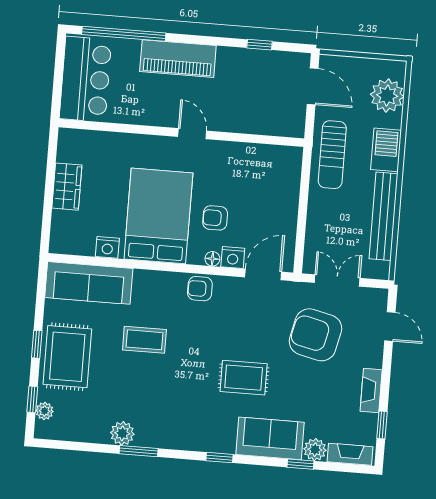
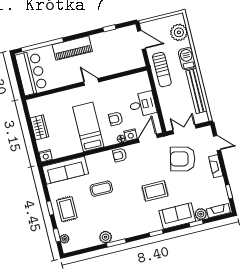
desk: (274, 208) -> (142, 104), added
bed: (158, 216) -> (88, 127), width x0.67
nightstand: (107, 247) -> (46, 156), moved
rug: (67, 357) -> (67, 209), width x0.73, depth x0.70
fireplace: (371, 390) -> (216, 166), moved

